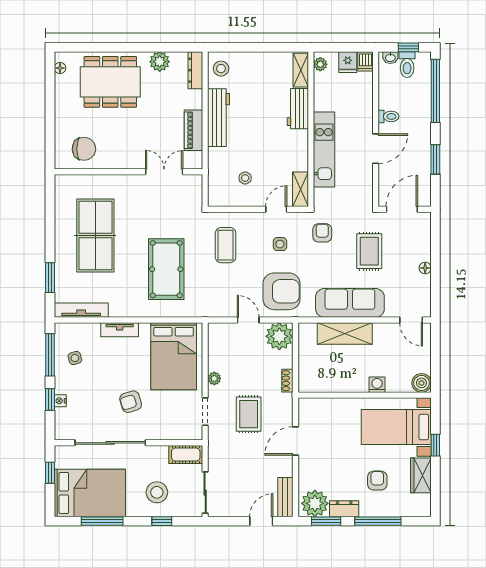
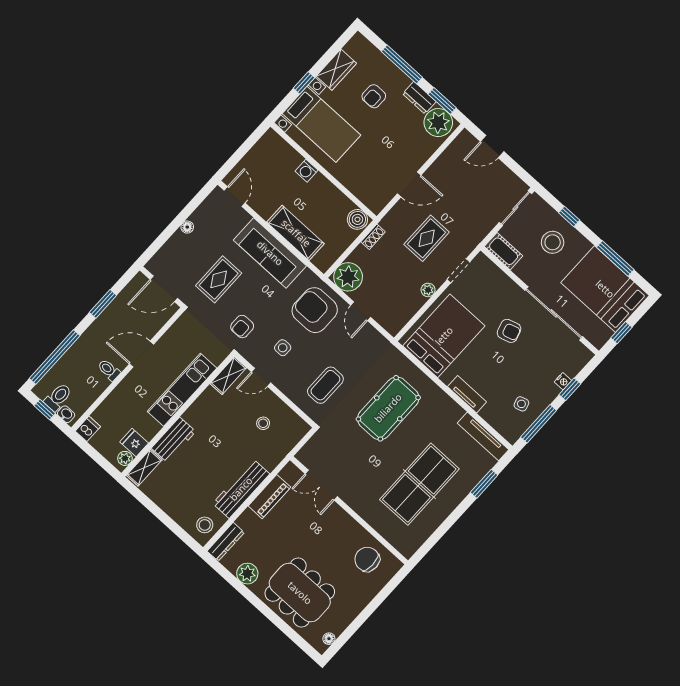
fridge: (348, 62) -> (134, 443), moved, turned -90
boiler: (422, 383) -> (357, 219), moved
bench: (285, 497) -> (457, 148), removed

